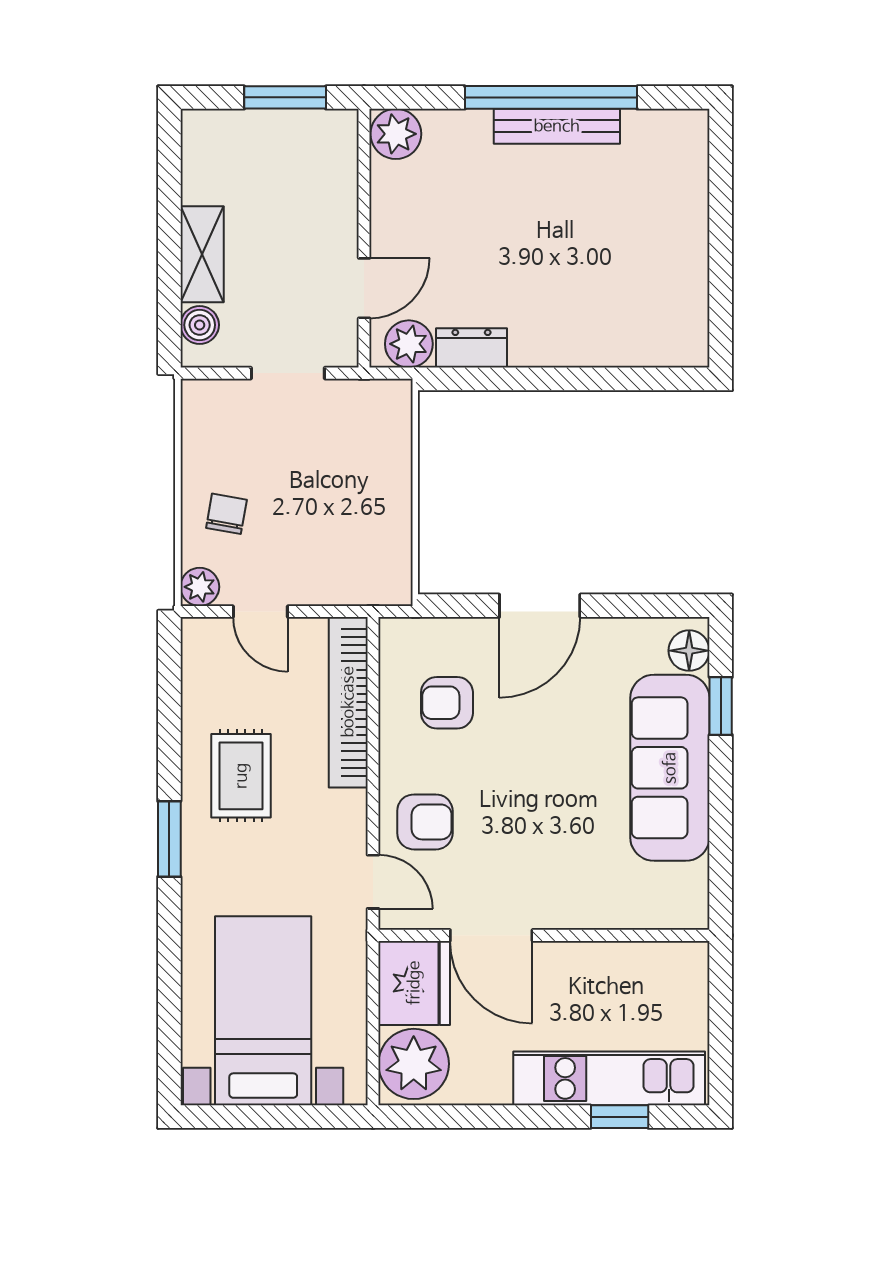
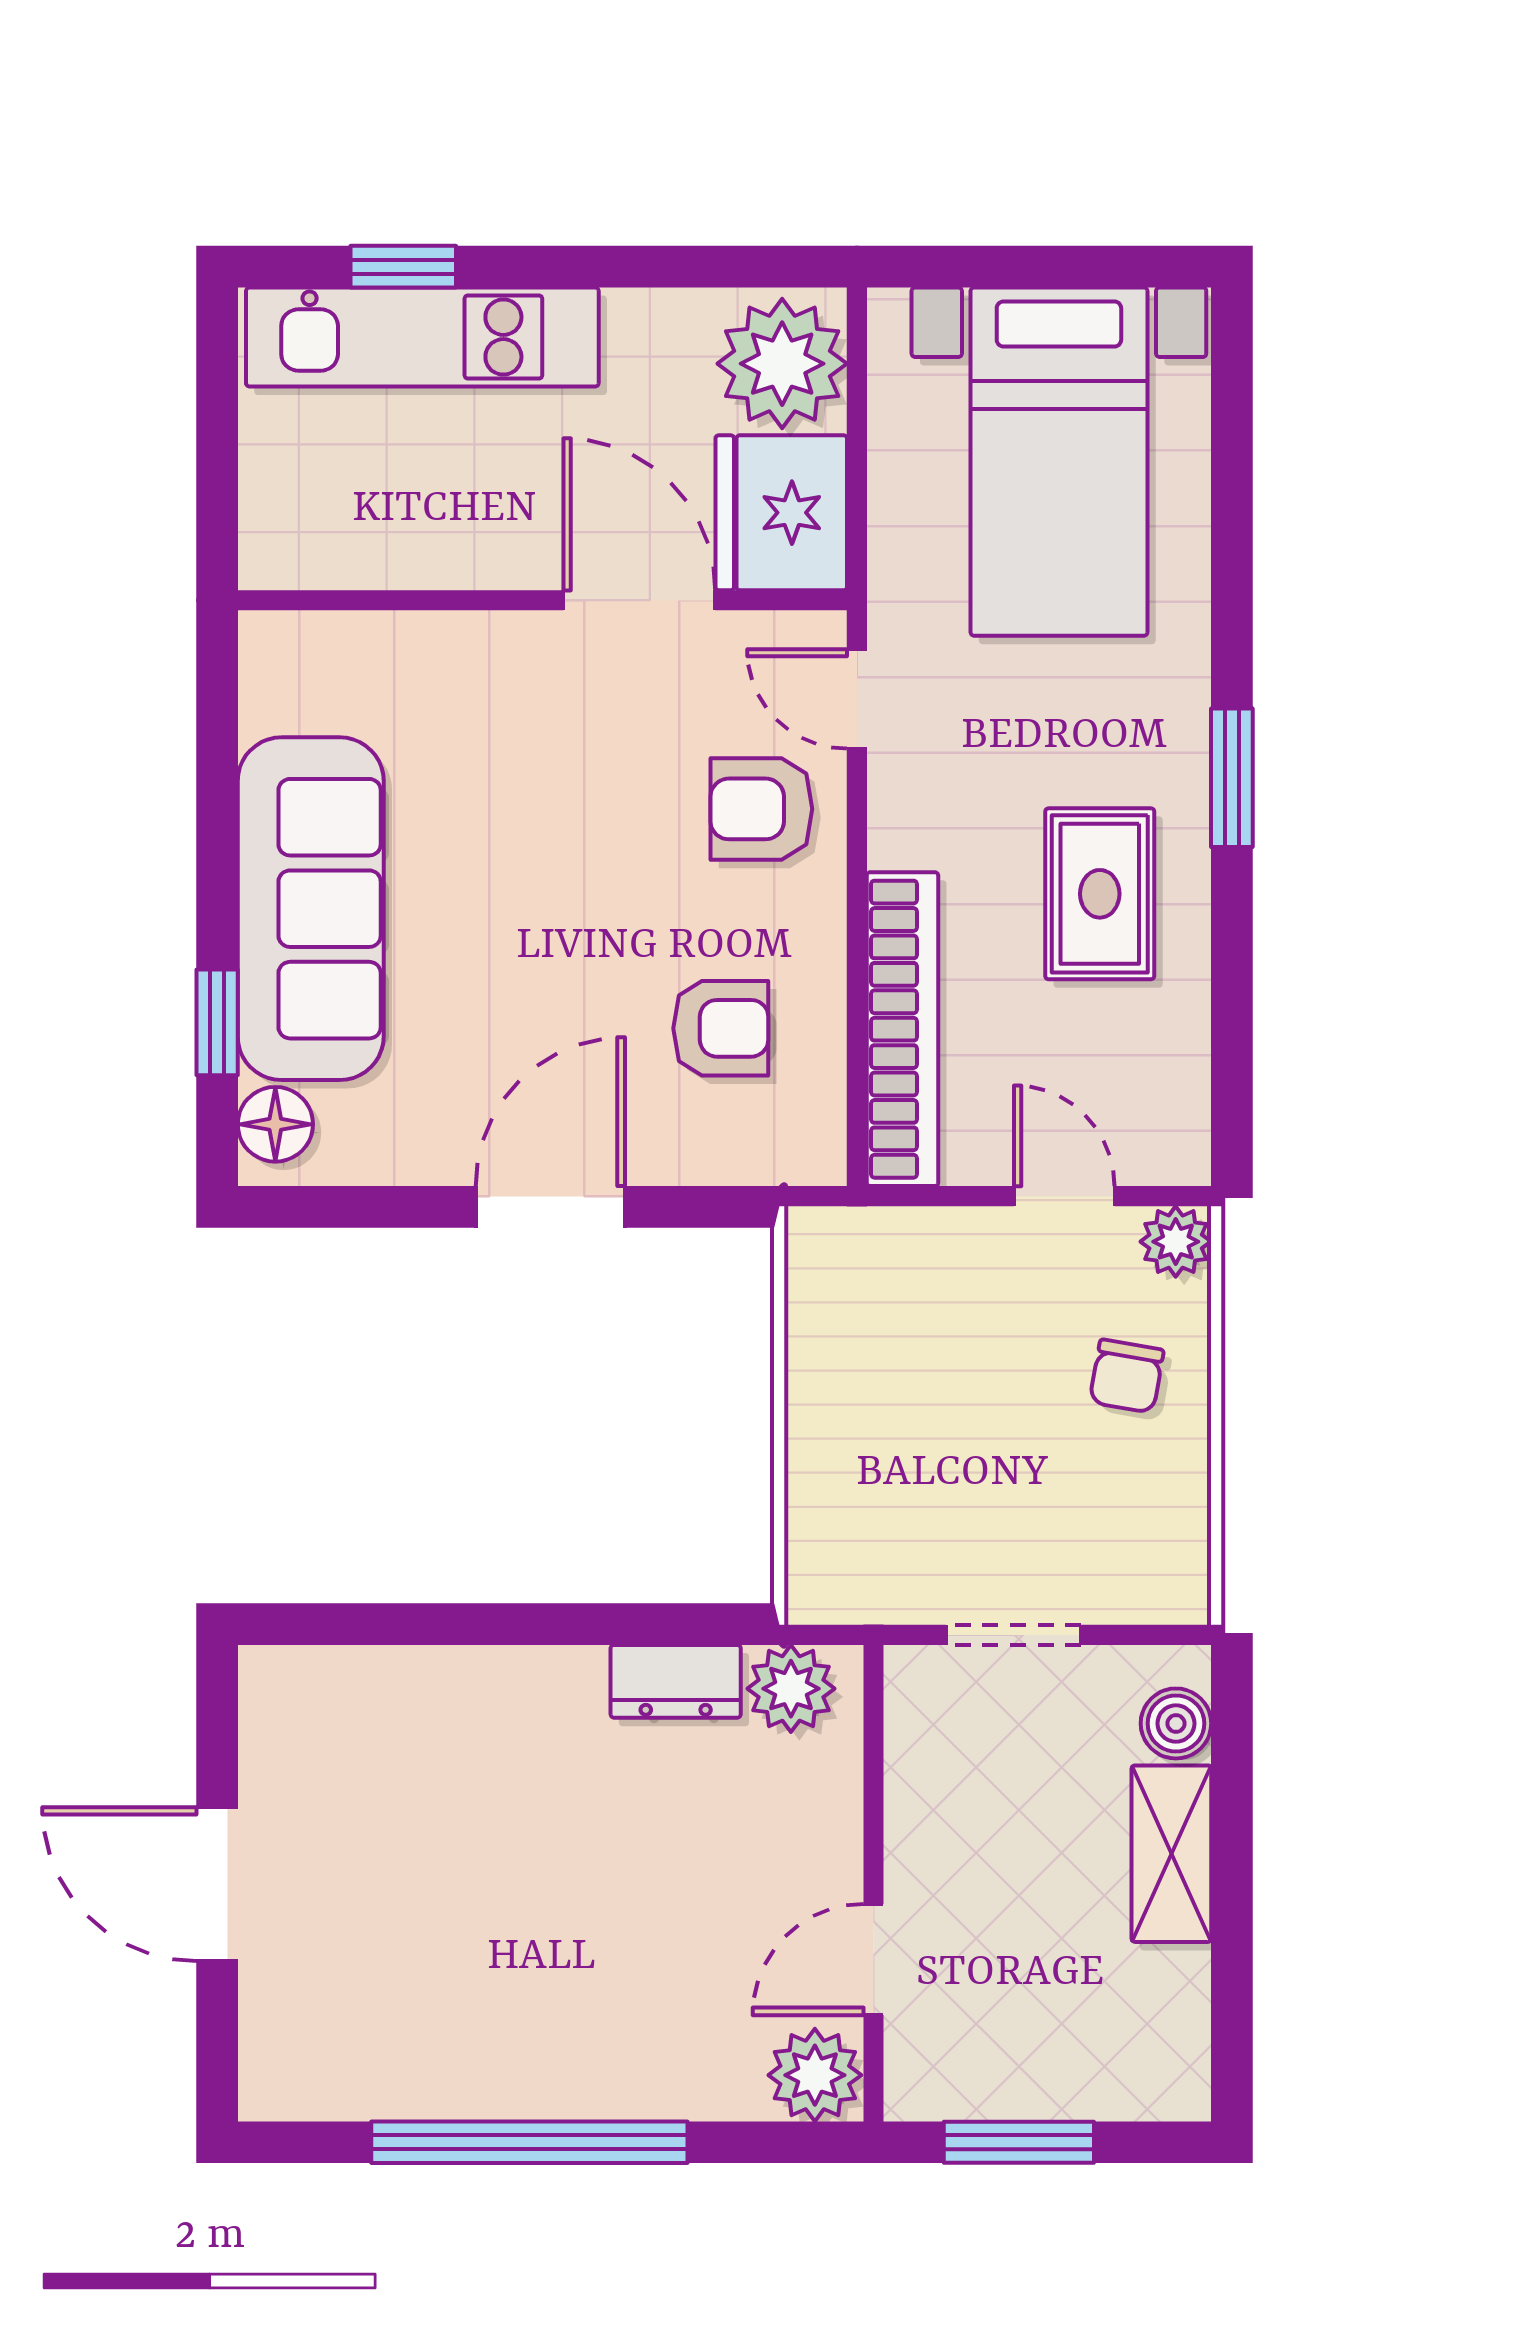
bench: (557, 126) -> (519, 2089), removed
door: (721, 238) -> (217, 1884), added
door: (364, 288) -> (873, 1960), moved

